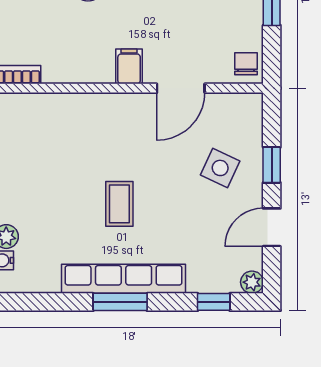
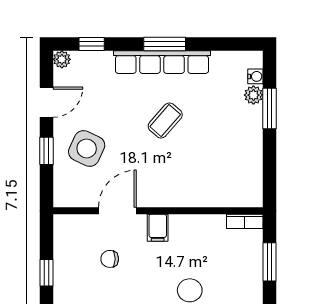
chair: (246, 64) -> (110, 259), moved, turned 90
side table: (220, 168) -> (87, 148), width x1.37, depth x1.37
coffee table: (119, 204) -> (165, 120), turned 41

